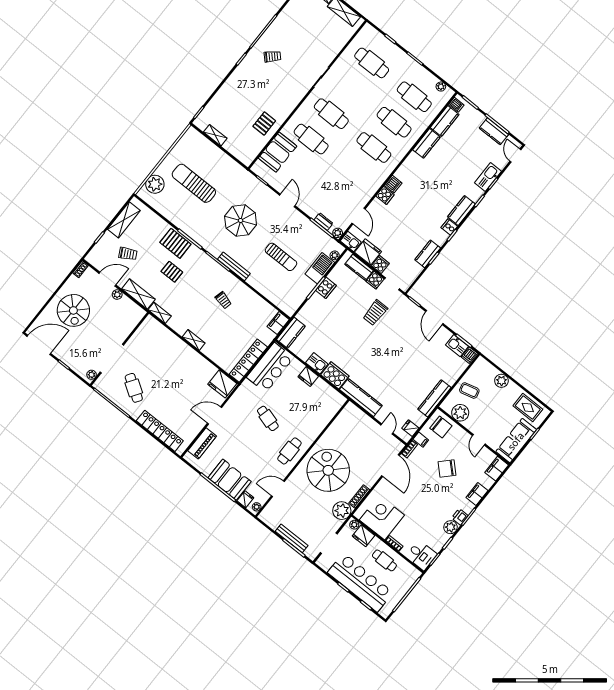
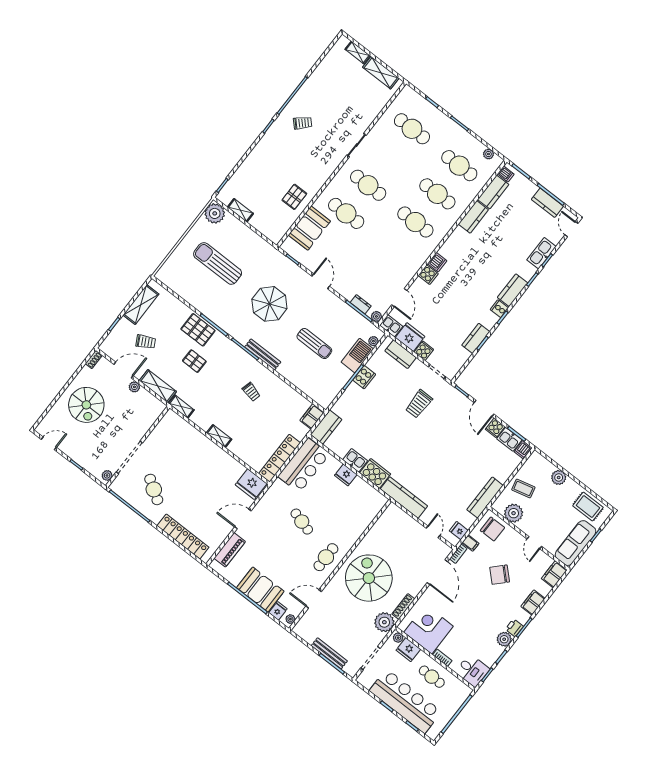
plant: (155, 184) -> (215, 213), moved
cooker: (375, 280) -> (495, 428), moved
door: (39, 345) -> (49, 443), width x0.53

